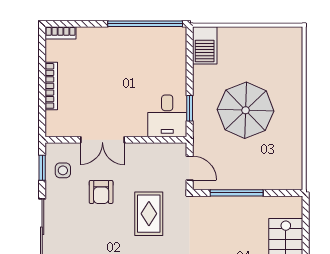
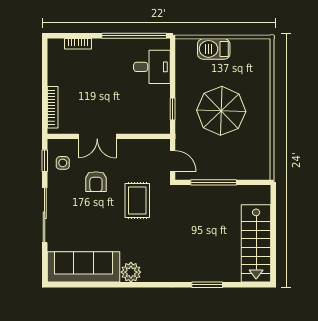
bookcase: (60, 33) -> (78, 44), moved
barbecue: (205, 45) -> (214, 49), moved, turned 90
bookcase: (51, 86) -> (53, 107), moved
desk: (167, 116) -> (152, 67), moved, turned -90

